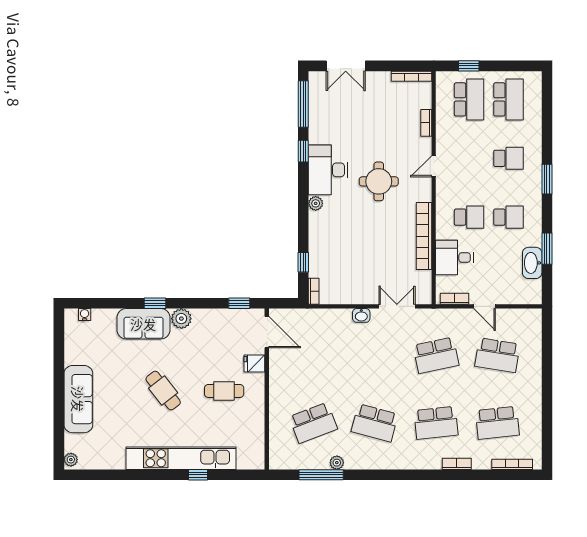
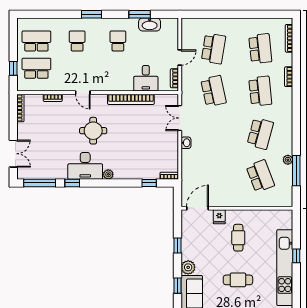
school desk: (469, 217) -> (118, 68), removed
window: (239, 303) -> (178, 246), moved
cafe table: (163, 391) -> (238, 280), turned 38

